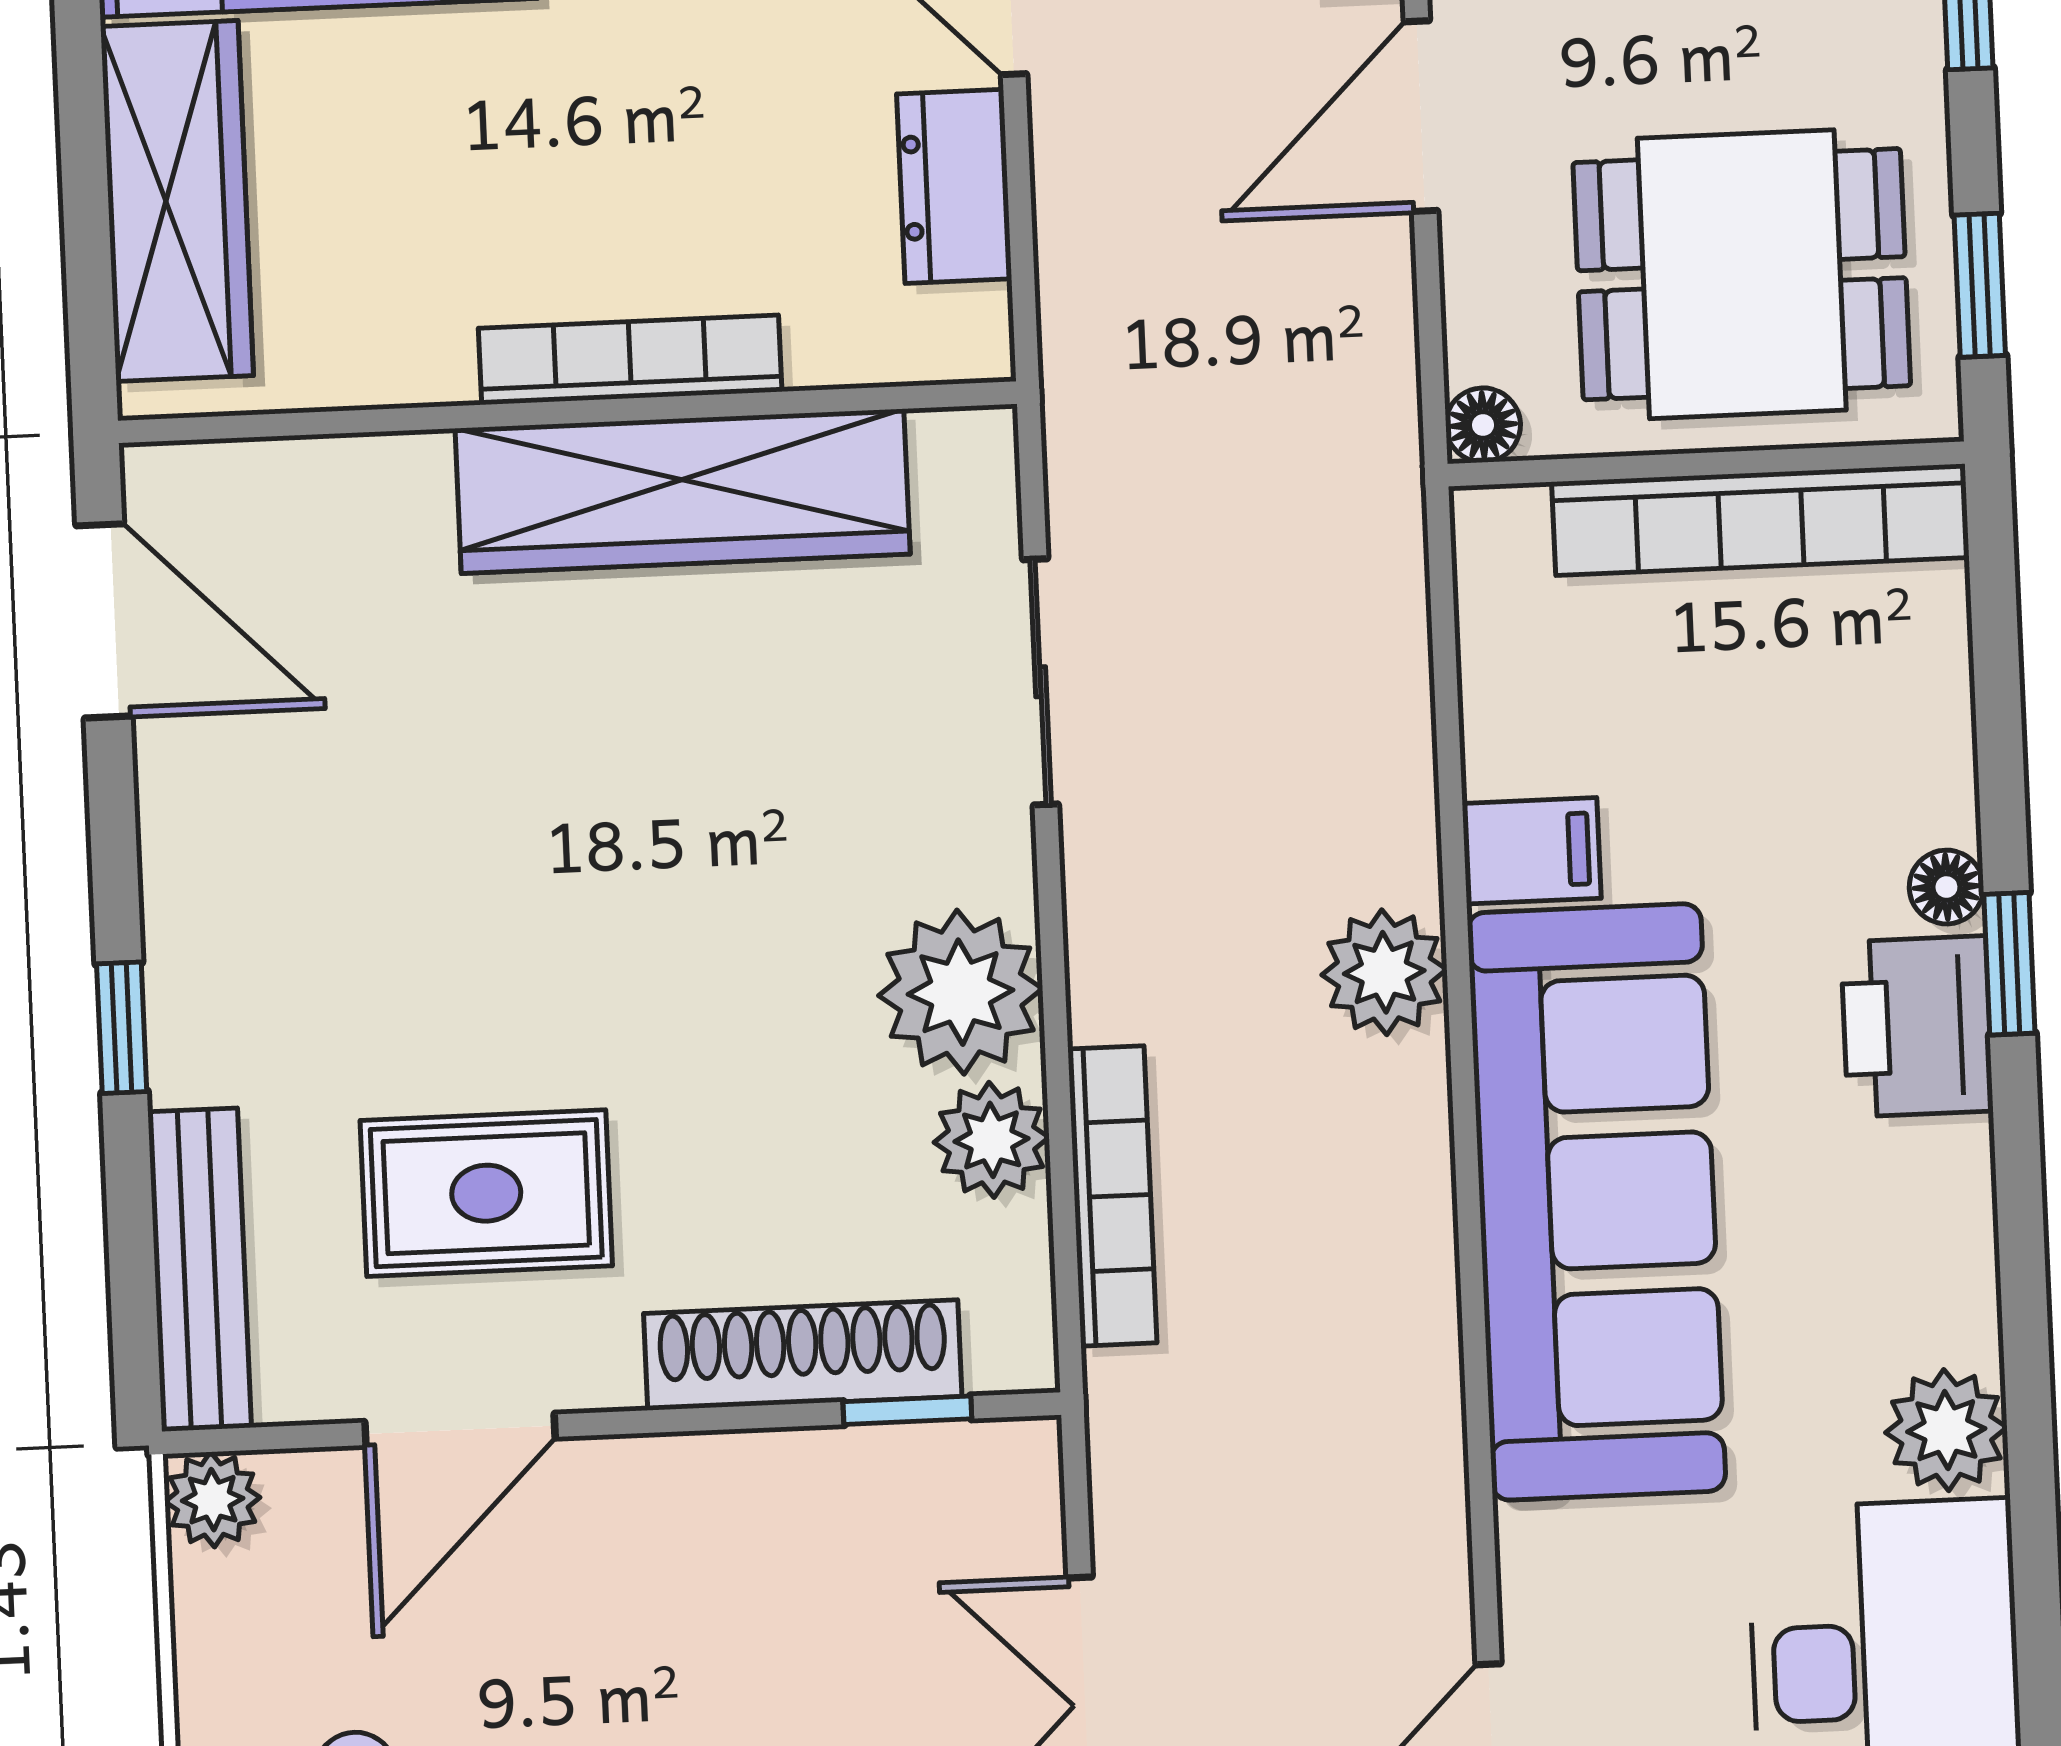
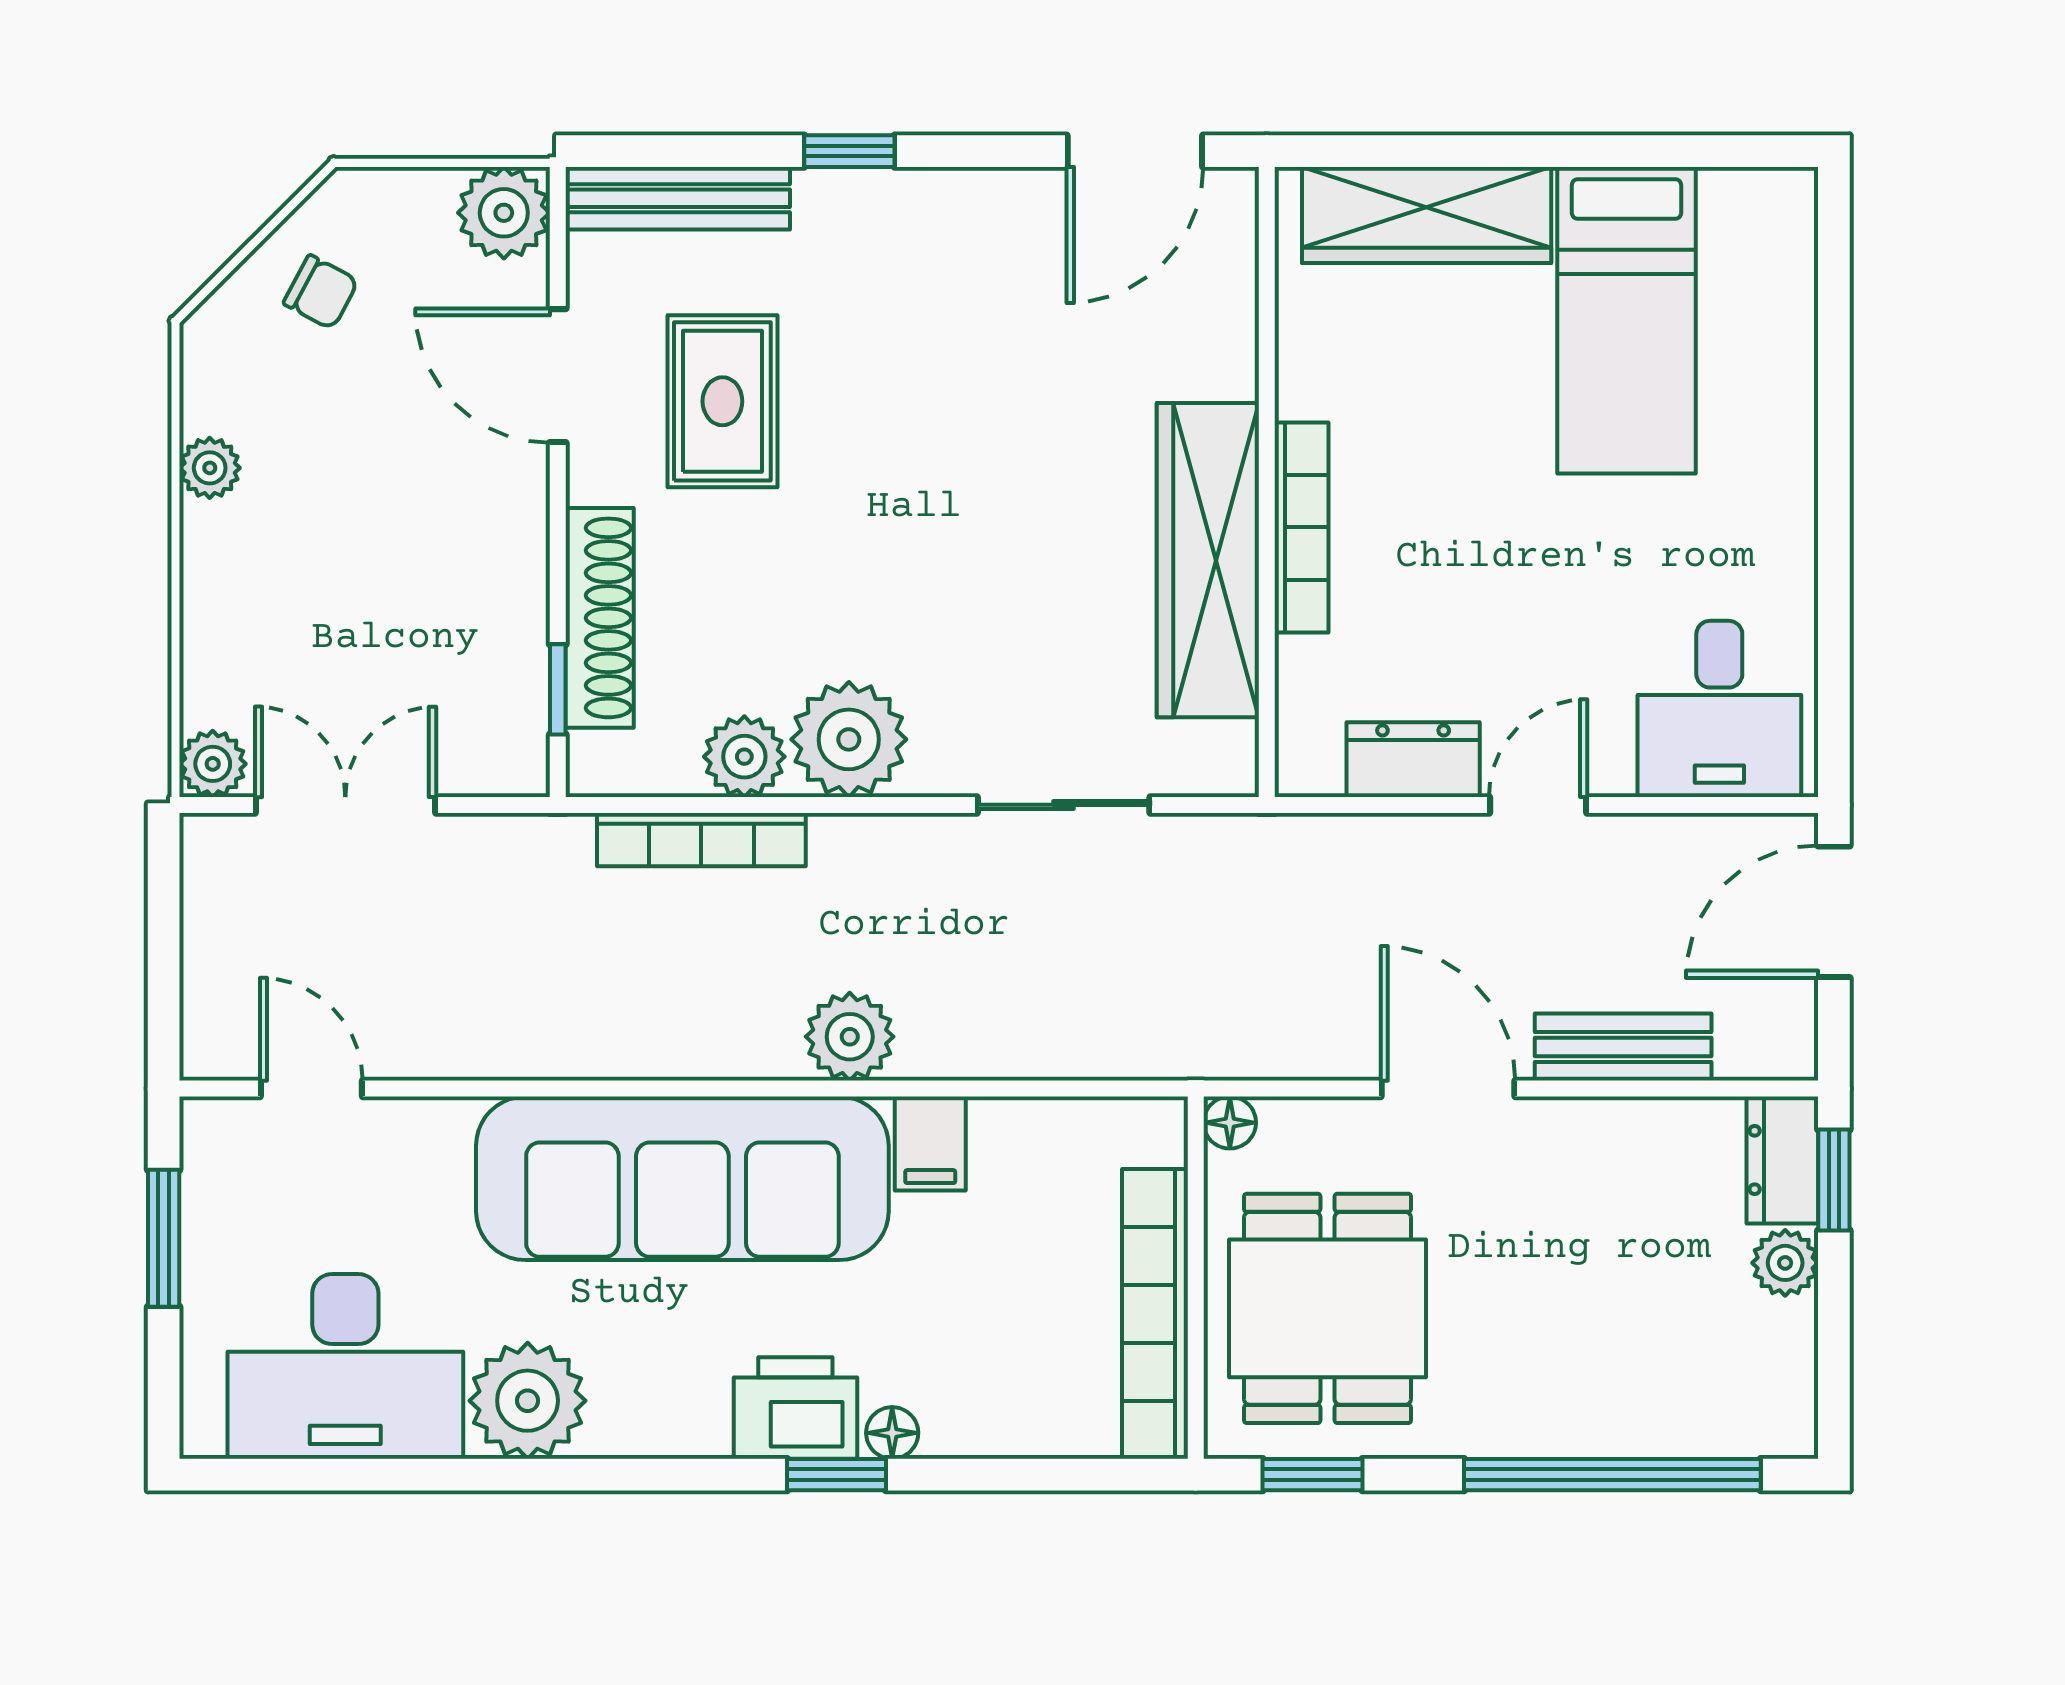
plant: (1946, 1430) -> (528, 1401), width x1.36, depth x1.36
plant: (213, 1500) -> (504, 213), width x1.38, depth x1.38

